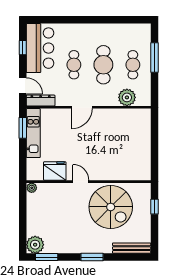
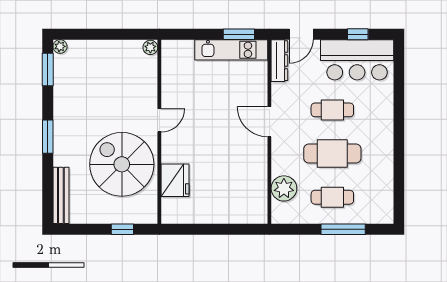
fridge: (55, 171) -> (175, 180), moved
spiral stairs: (111, 207) -> (122, 164), turned 90
plant: (35, 245) -> (60, 46), width x0.53, depth x0.53

